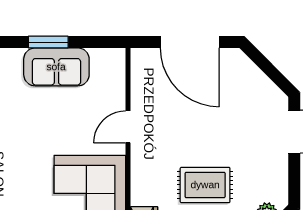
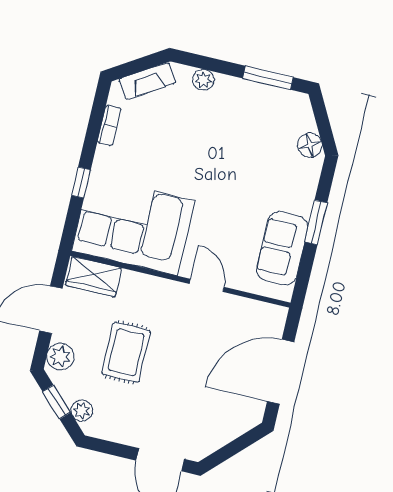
sofa: (56, 67) -> (282, 248), moved

